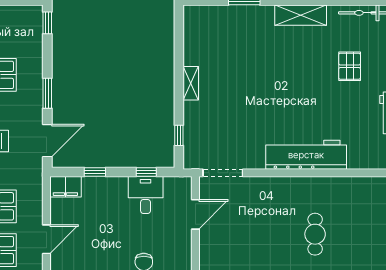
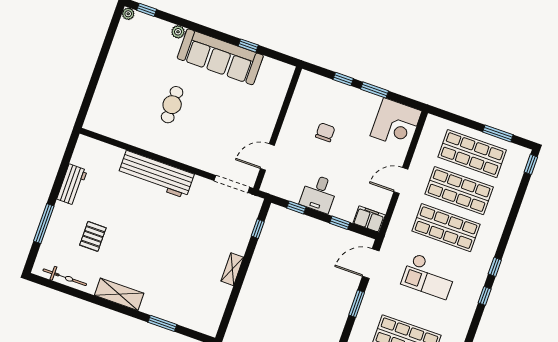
desk: (146, 195) -> (319, 194), moved

